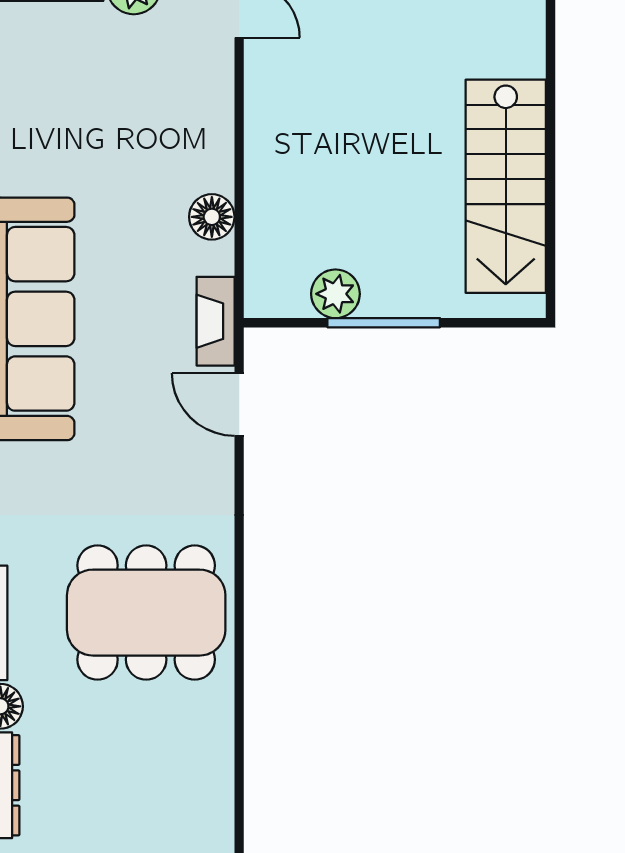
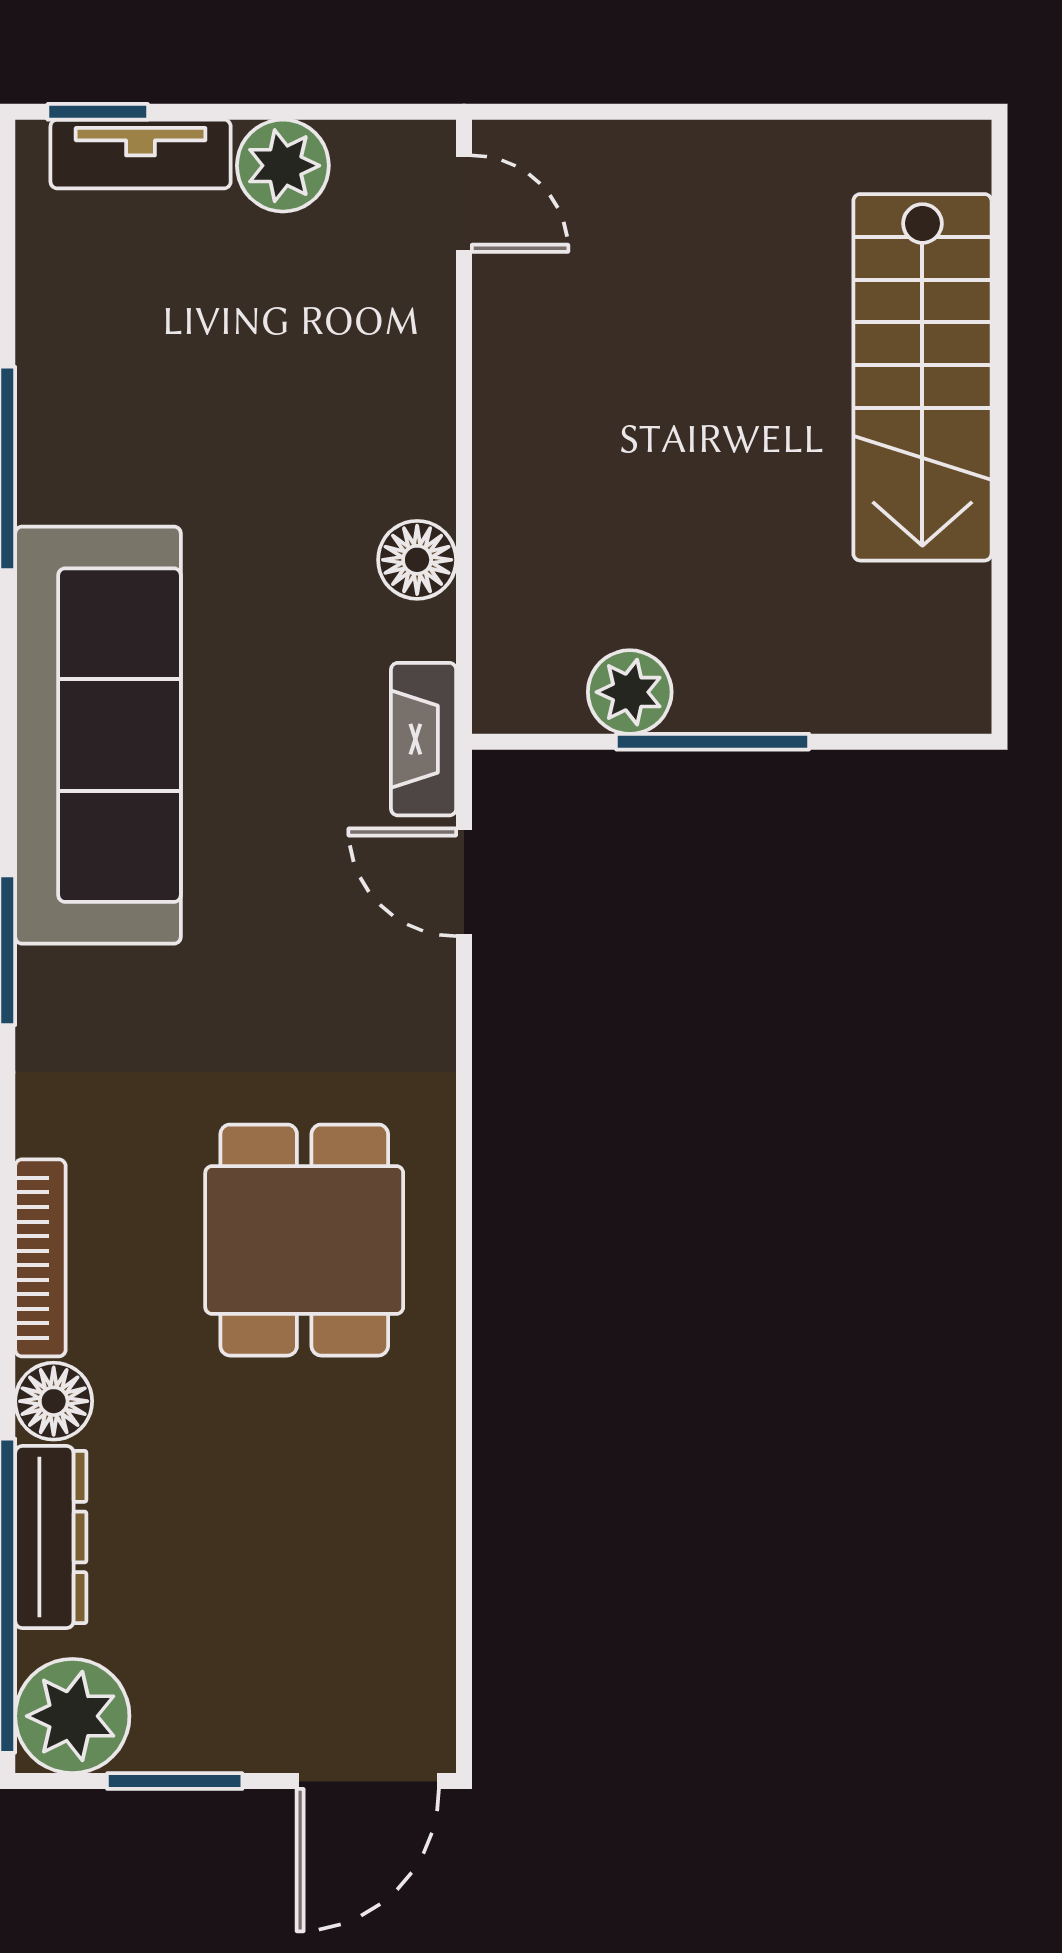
stairs: (506, 186) -> (922, 377), moved
dining table: (146, 613) -> (304, 1240), width x0.73

